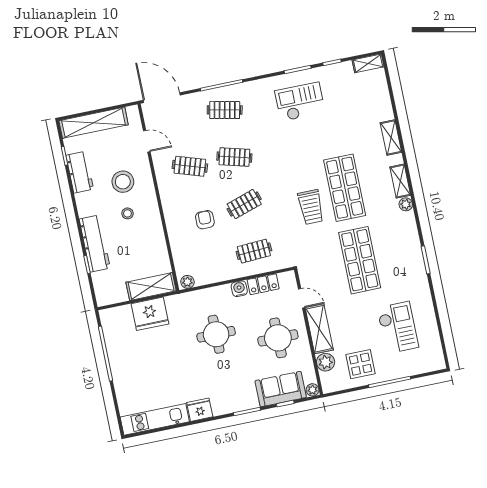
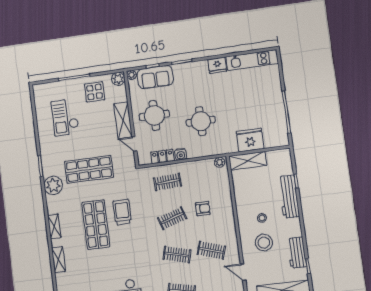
plant: (406, 204) -> (53, 185), moved, width x1.87, depth x1.87
armchair: (205, 220) -> (203, 209), turned -90
shop shelf: (360, 260) -> (89, 169), turned 90
plant: (326, 362) -> (118, 79), moved

